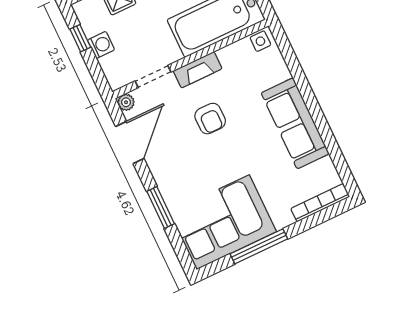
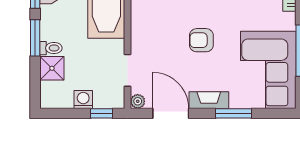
window: (80, 38) -> (102, 113), moved
fireplace: (198, 70) -> (209, 100), moved, turned -90
armchair: (210, 119) -> (201, 40), moved, turned 180

